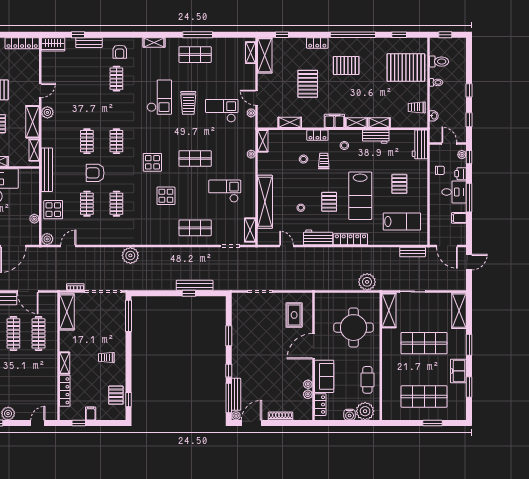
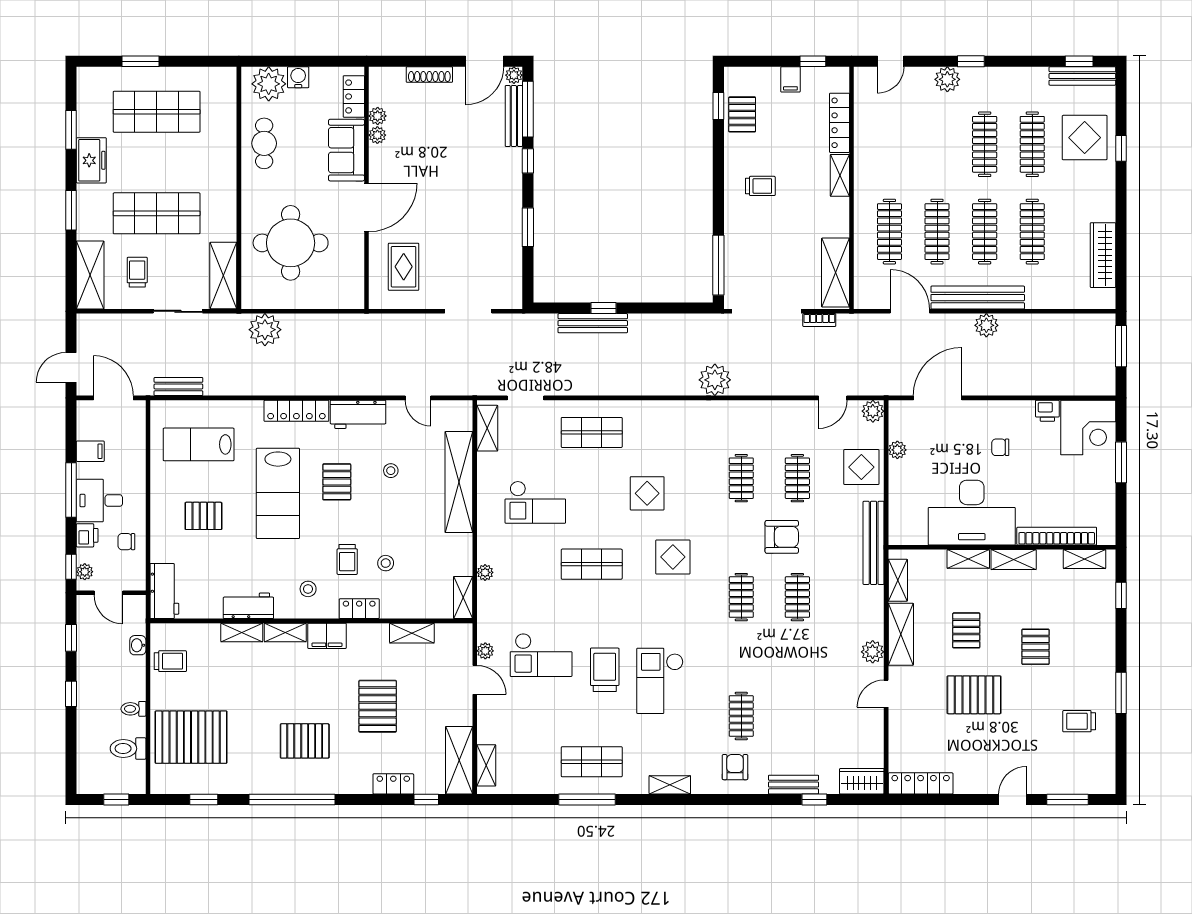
locker: (317, 43) -> (393, 784), moved
pallet: (399, 184) -> (203, 516), turned 90
lab bench: (360, 196) -> (278, 493), turned 180
trolley: (434, 312) -> (137, 272), added

